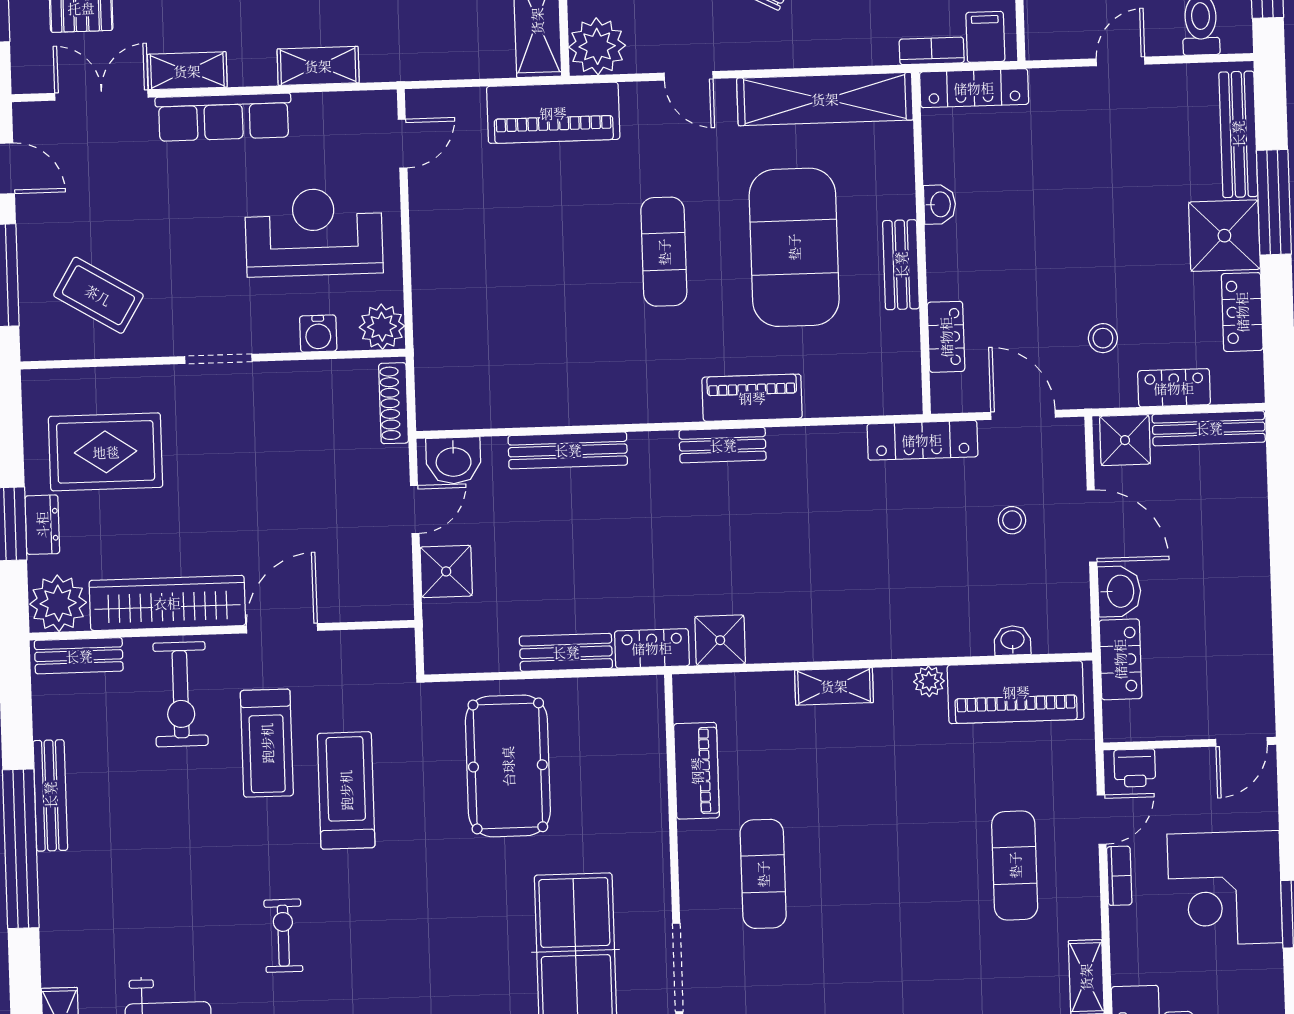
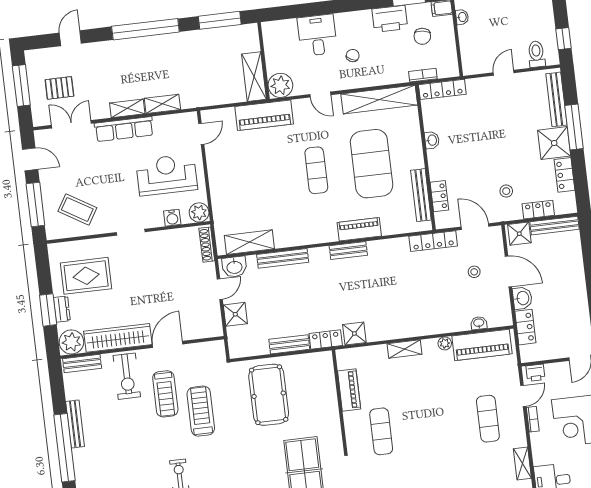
filing cabinet: (985, 37) -> (445, 67), removed
shelving: (187, 71) -> (127, 108), moved
bench: (901, 265) -> (421, 195), moved, width x1.36
shelving: (493, 406) -> (249, 242), added

